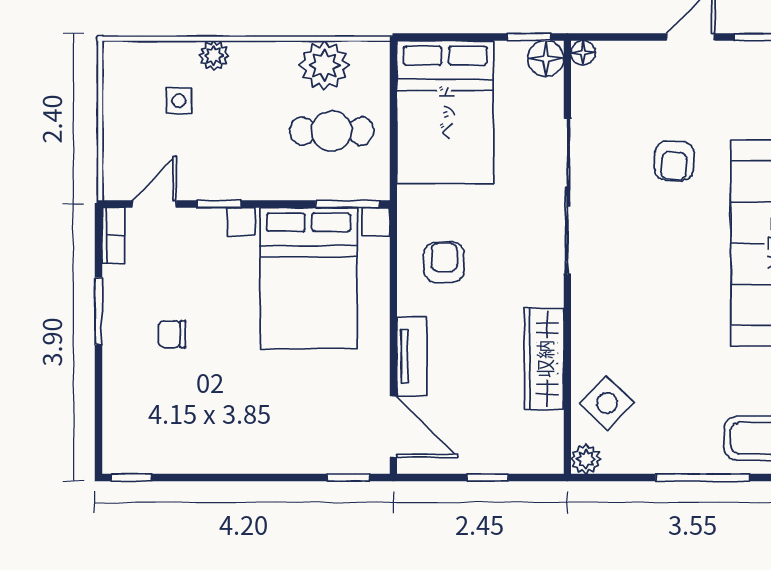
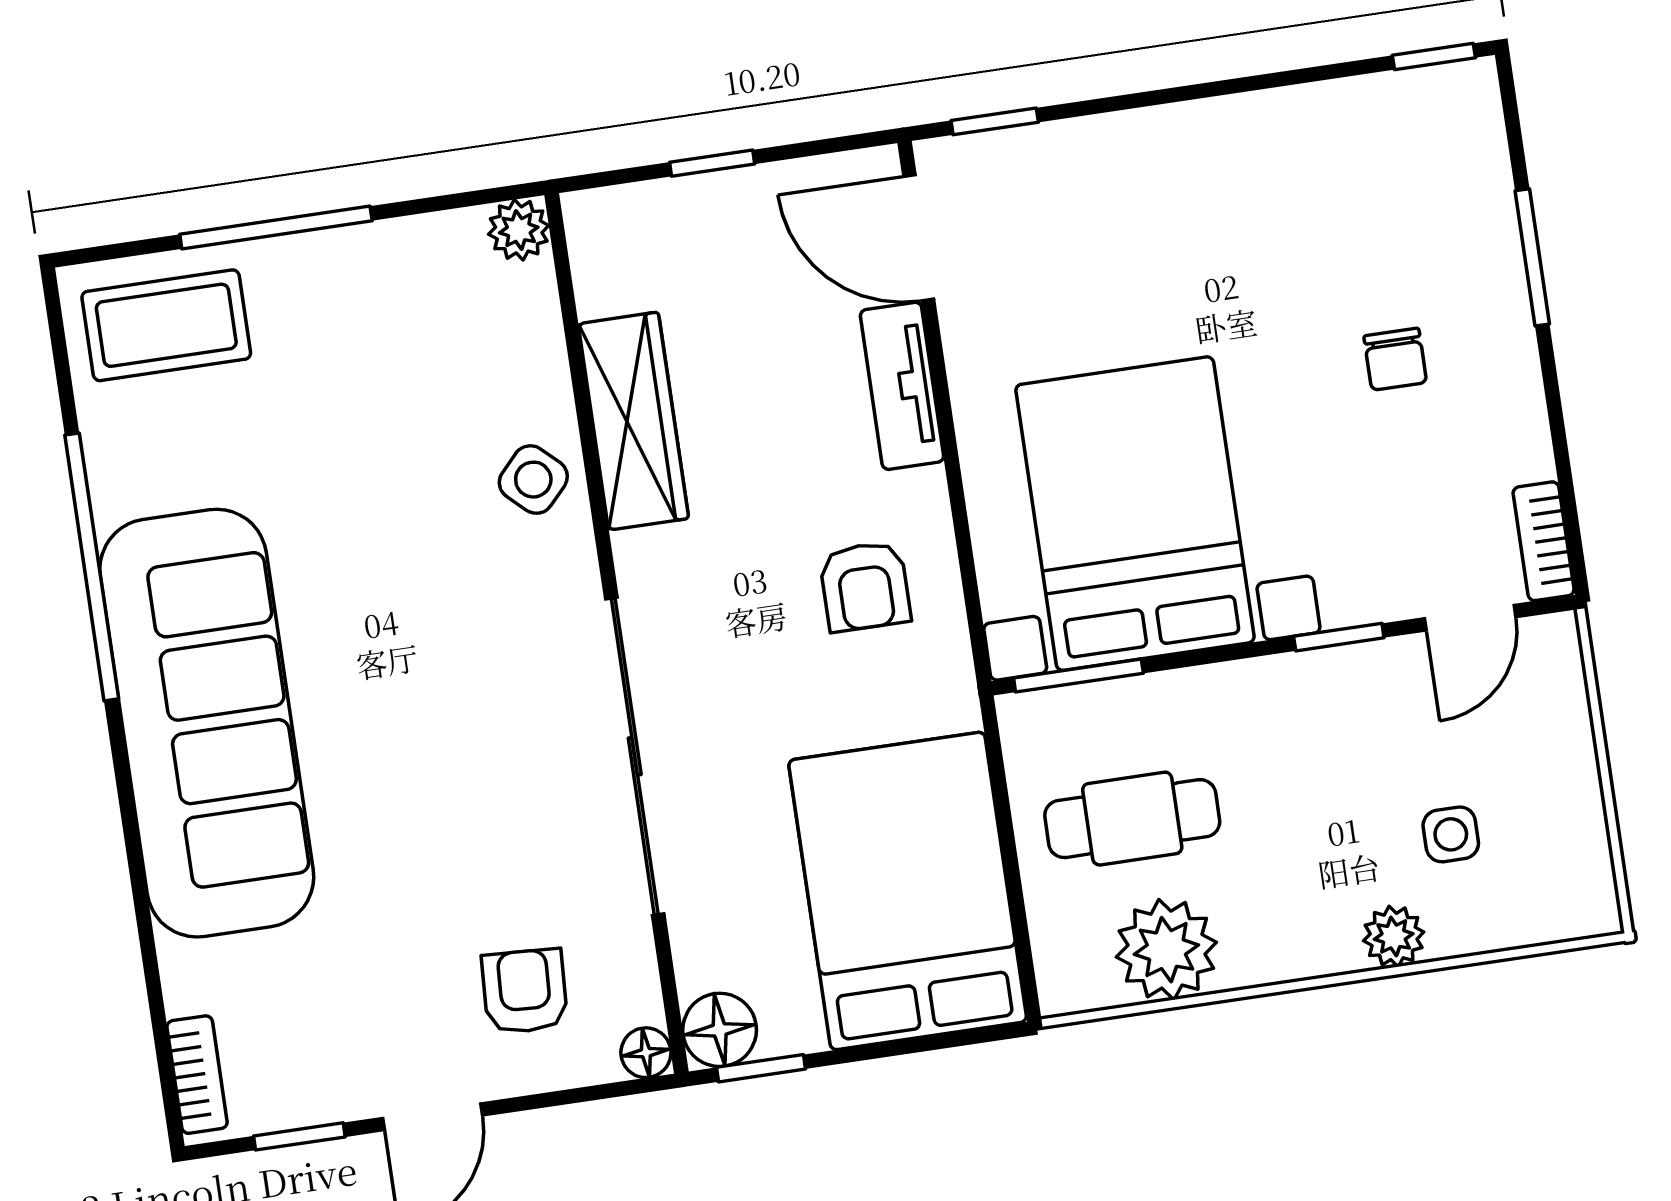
armchair: (674, 161) -> (525, 991), moved
window: (98, 311) -> (1532, 257), moved
chair: (172, 334) -> (1395, 359), turned 90
side table: (607, 403) -> (533, 480), moved, width x0.73, depth x0.73

